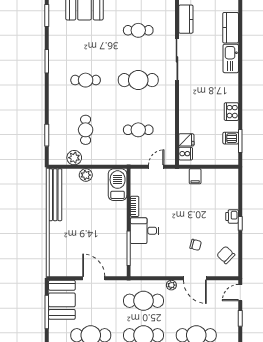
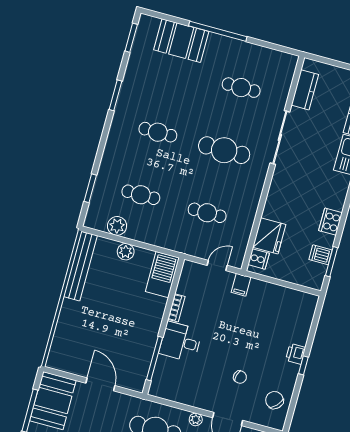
cafe table: (86, 130) -> (141, 195), turned 90
fridge: (186, 140) -> (269, 236), width x1.88, depth x1.34
filing cabinet: (195, 176) -> (241, 285), moved

